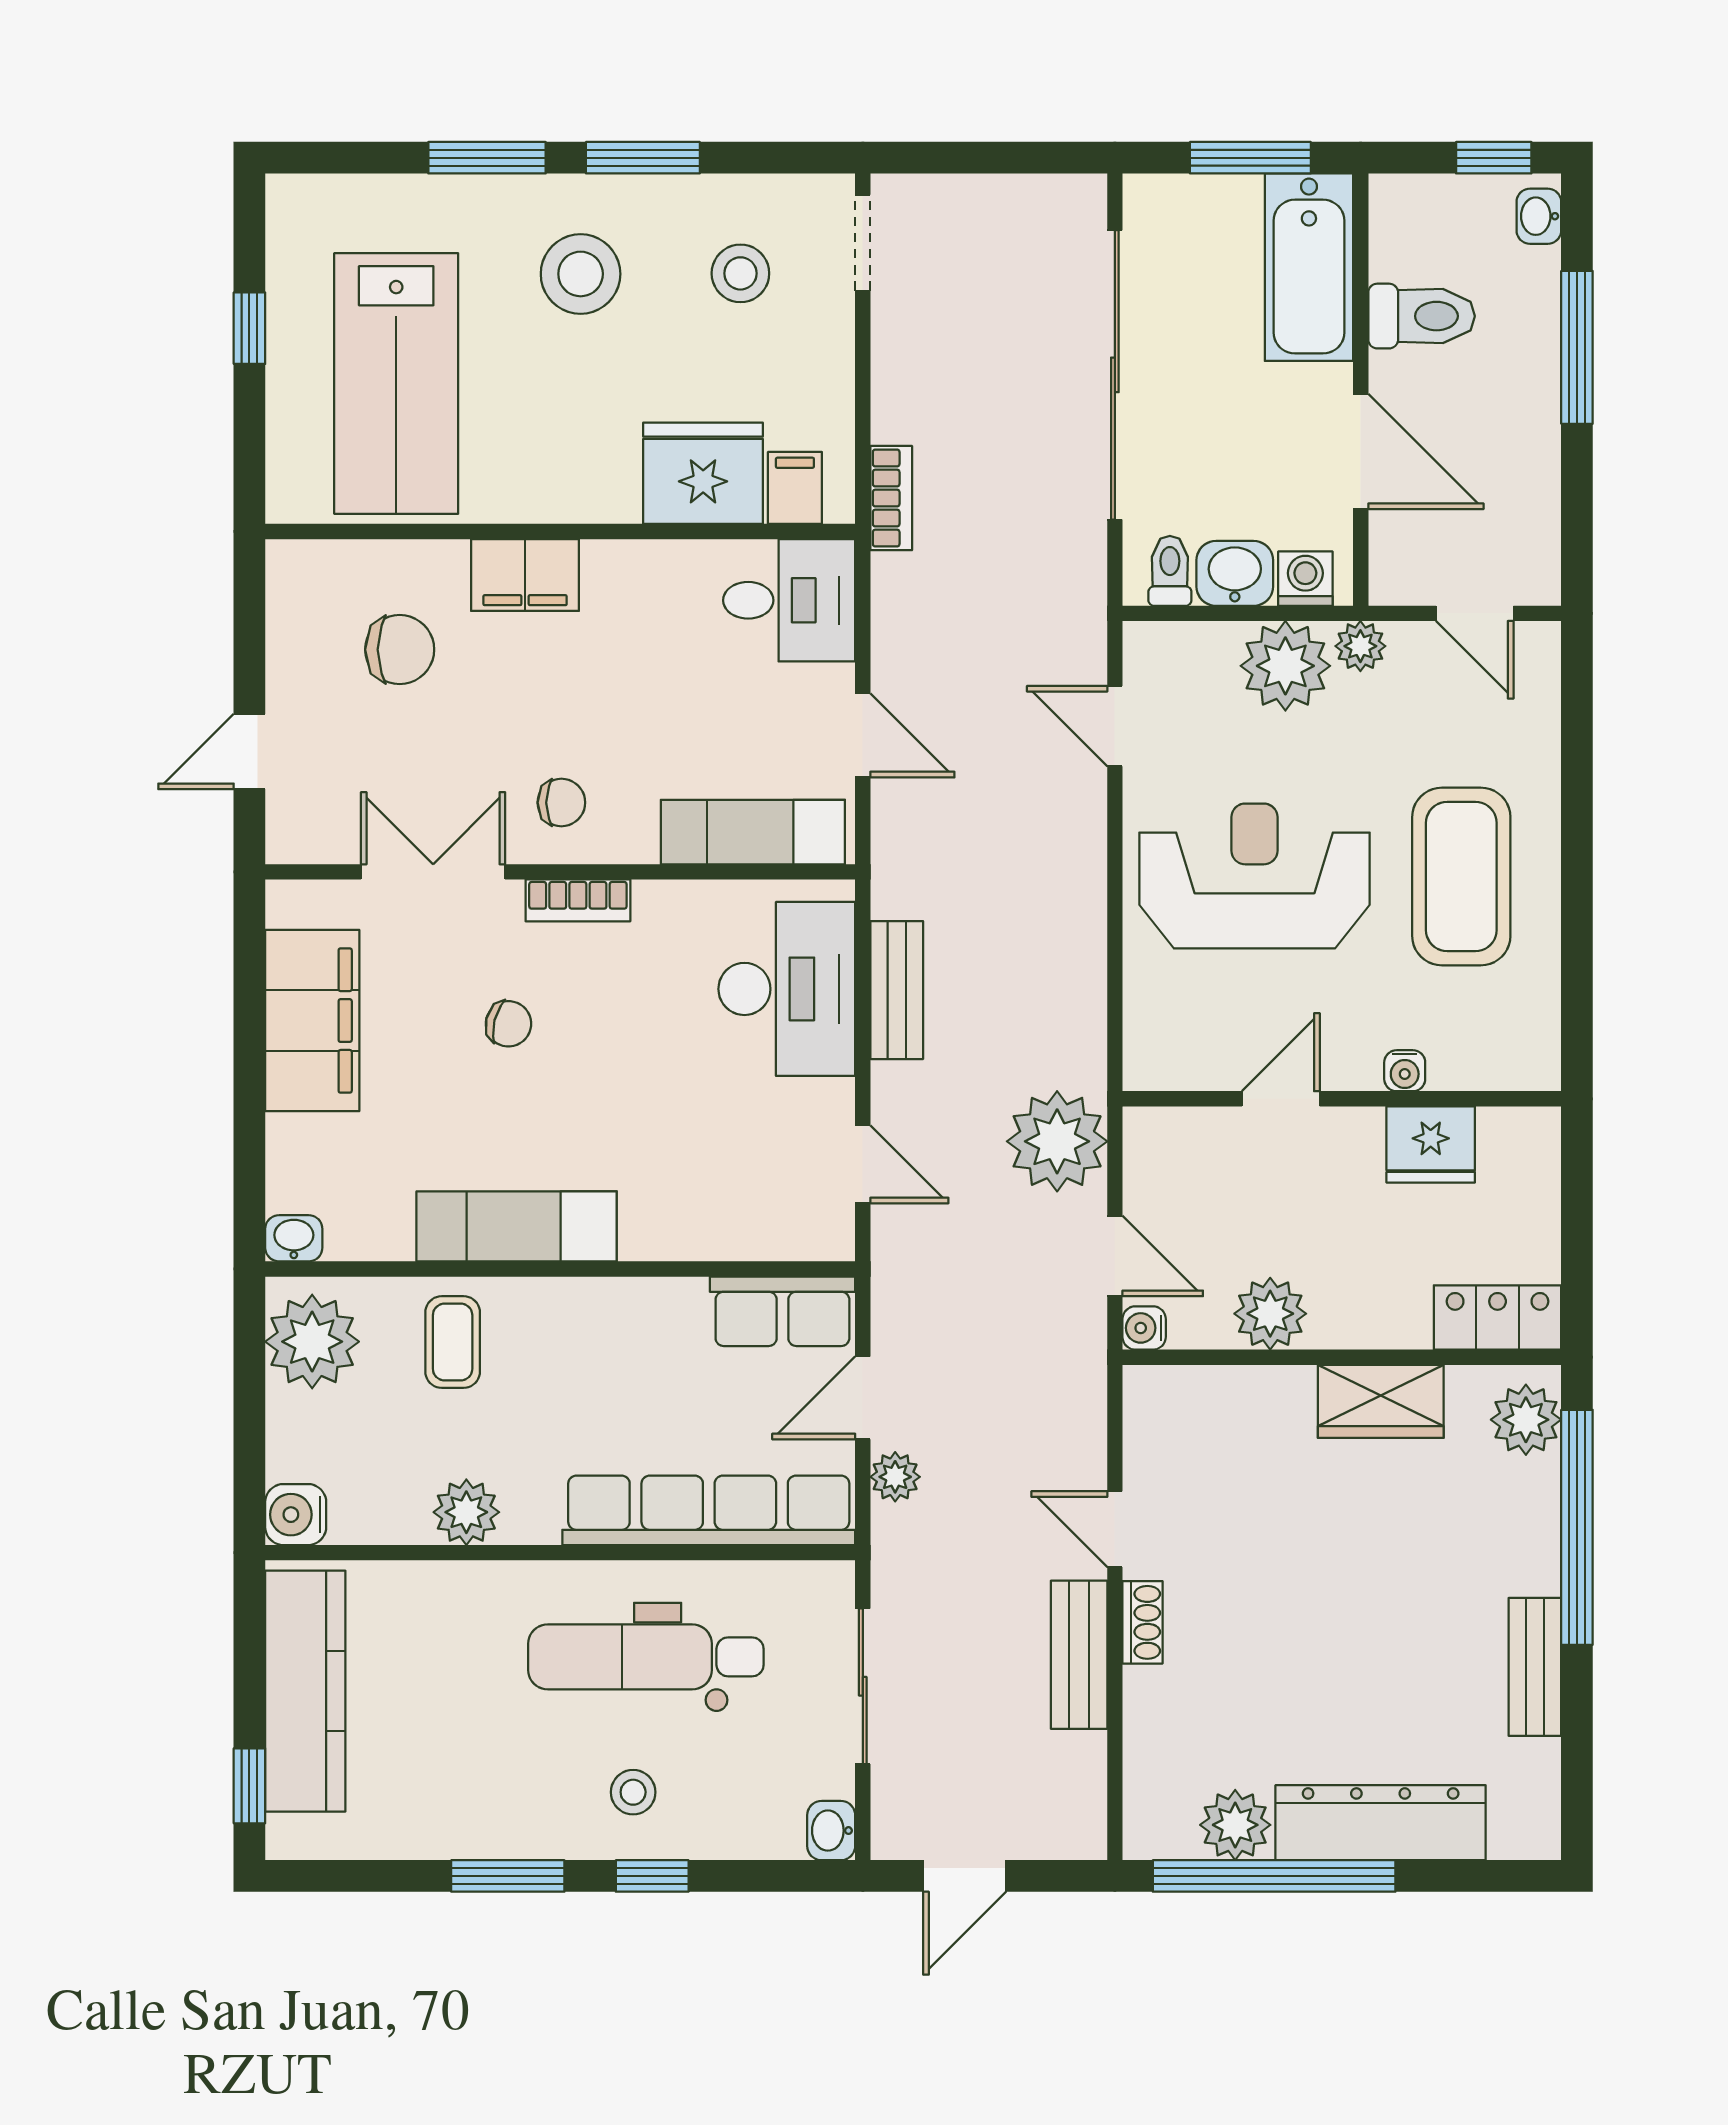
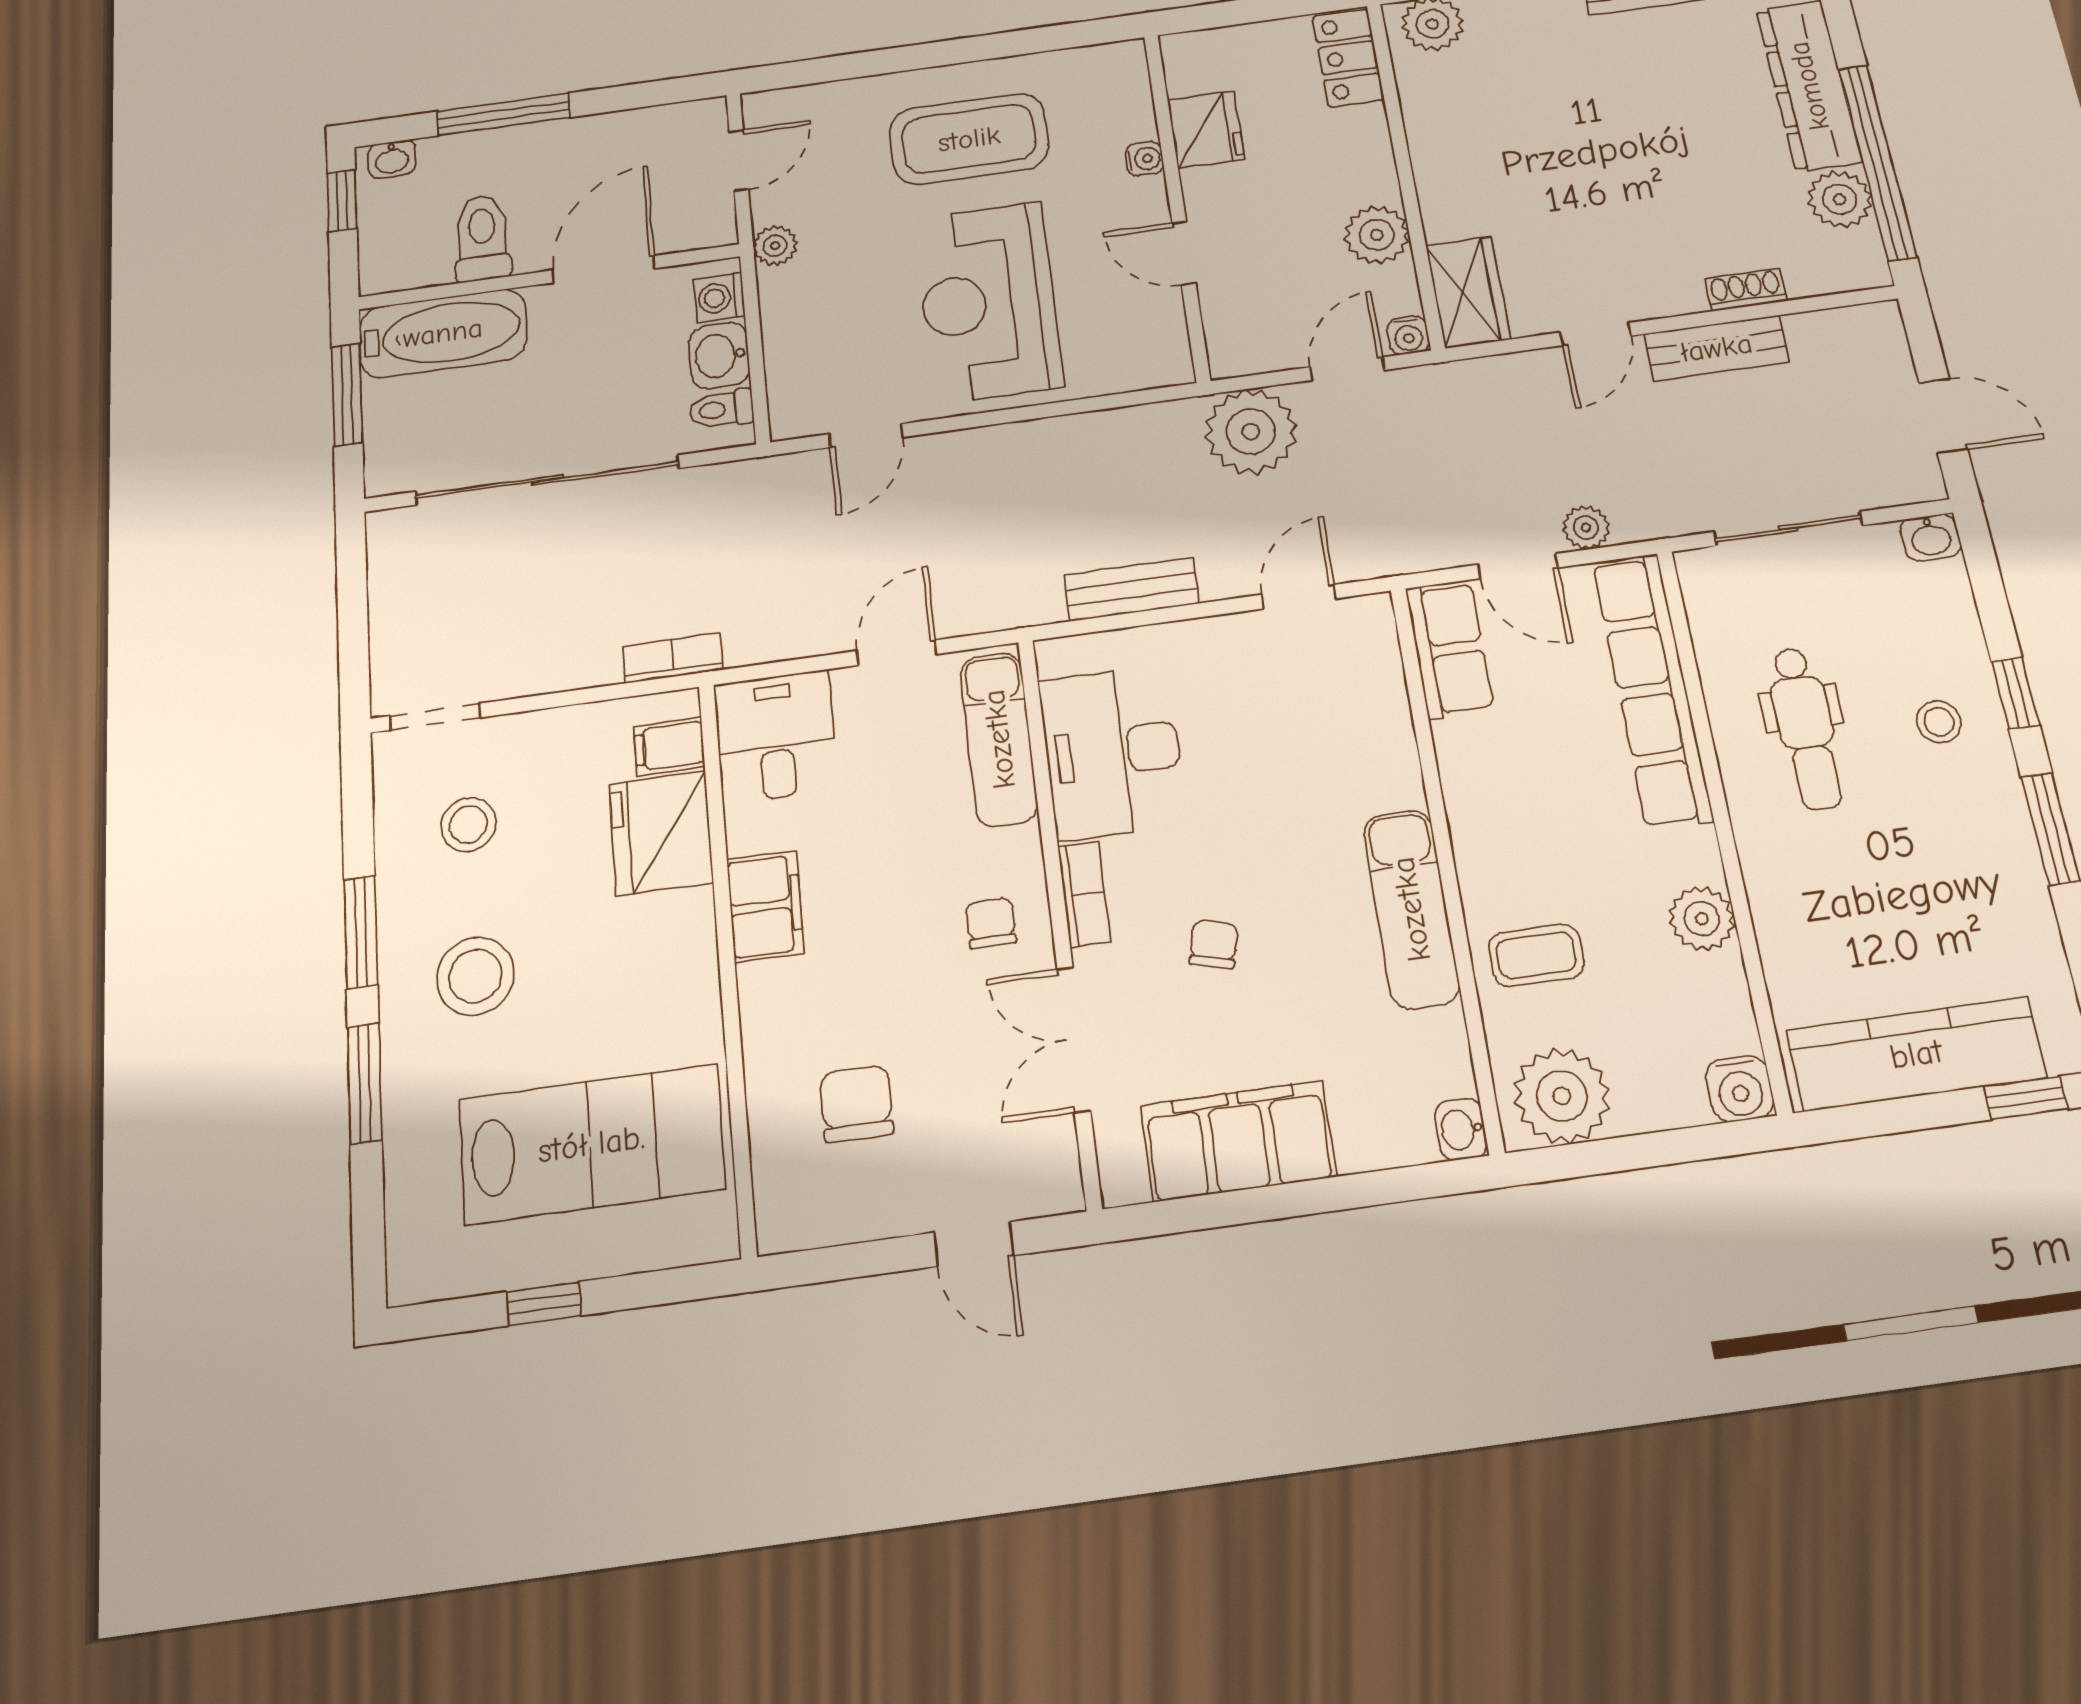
filing cabinet: (525, 575) -> (765, 906), moved
plant: (1285, 666) -> (798, 303), removed
desk: (787, 989) -> (1113, 752), moved, turned -90
wardrobe: (1381, 1401) -> (1468, 292), moved
shoe rack: (1142, 1622) -> (1746, 290), moved
dental chair: (646, 1657) -> (1806, 728), width x0.73, depth x0.72

